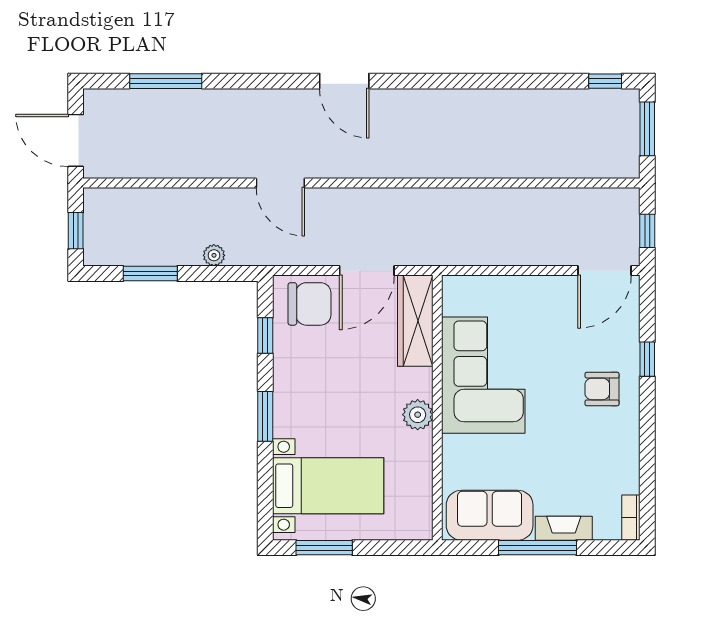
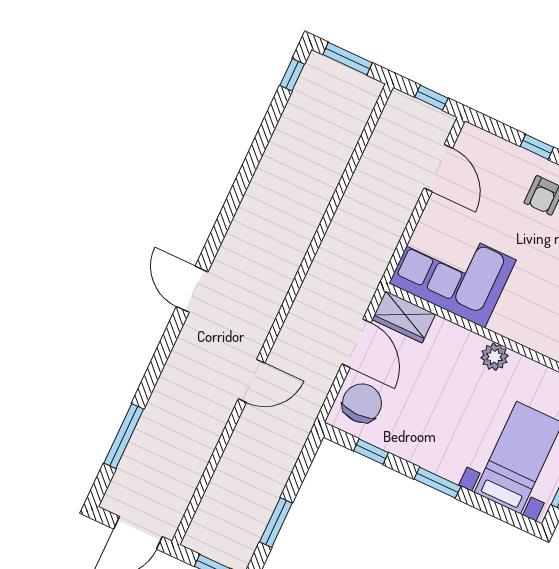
door: (344, 81) -> (192, 289), swing flipped
plant: (214, 255) -> (285, 463), removed
door: (605, 271) -> (438, 168), moved
wardrobe: (415, 321) -> (404, 317), width x0.67
corner sofa: (483, 375) -> (453, 272), moved

